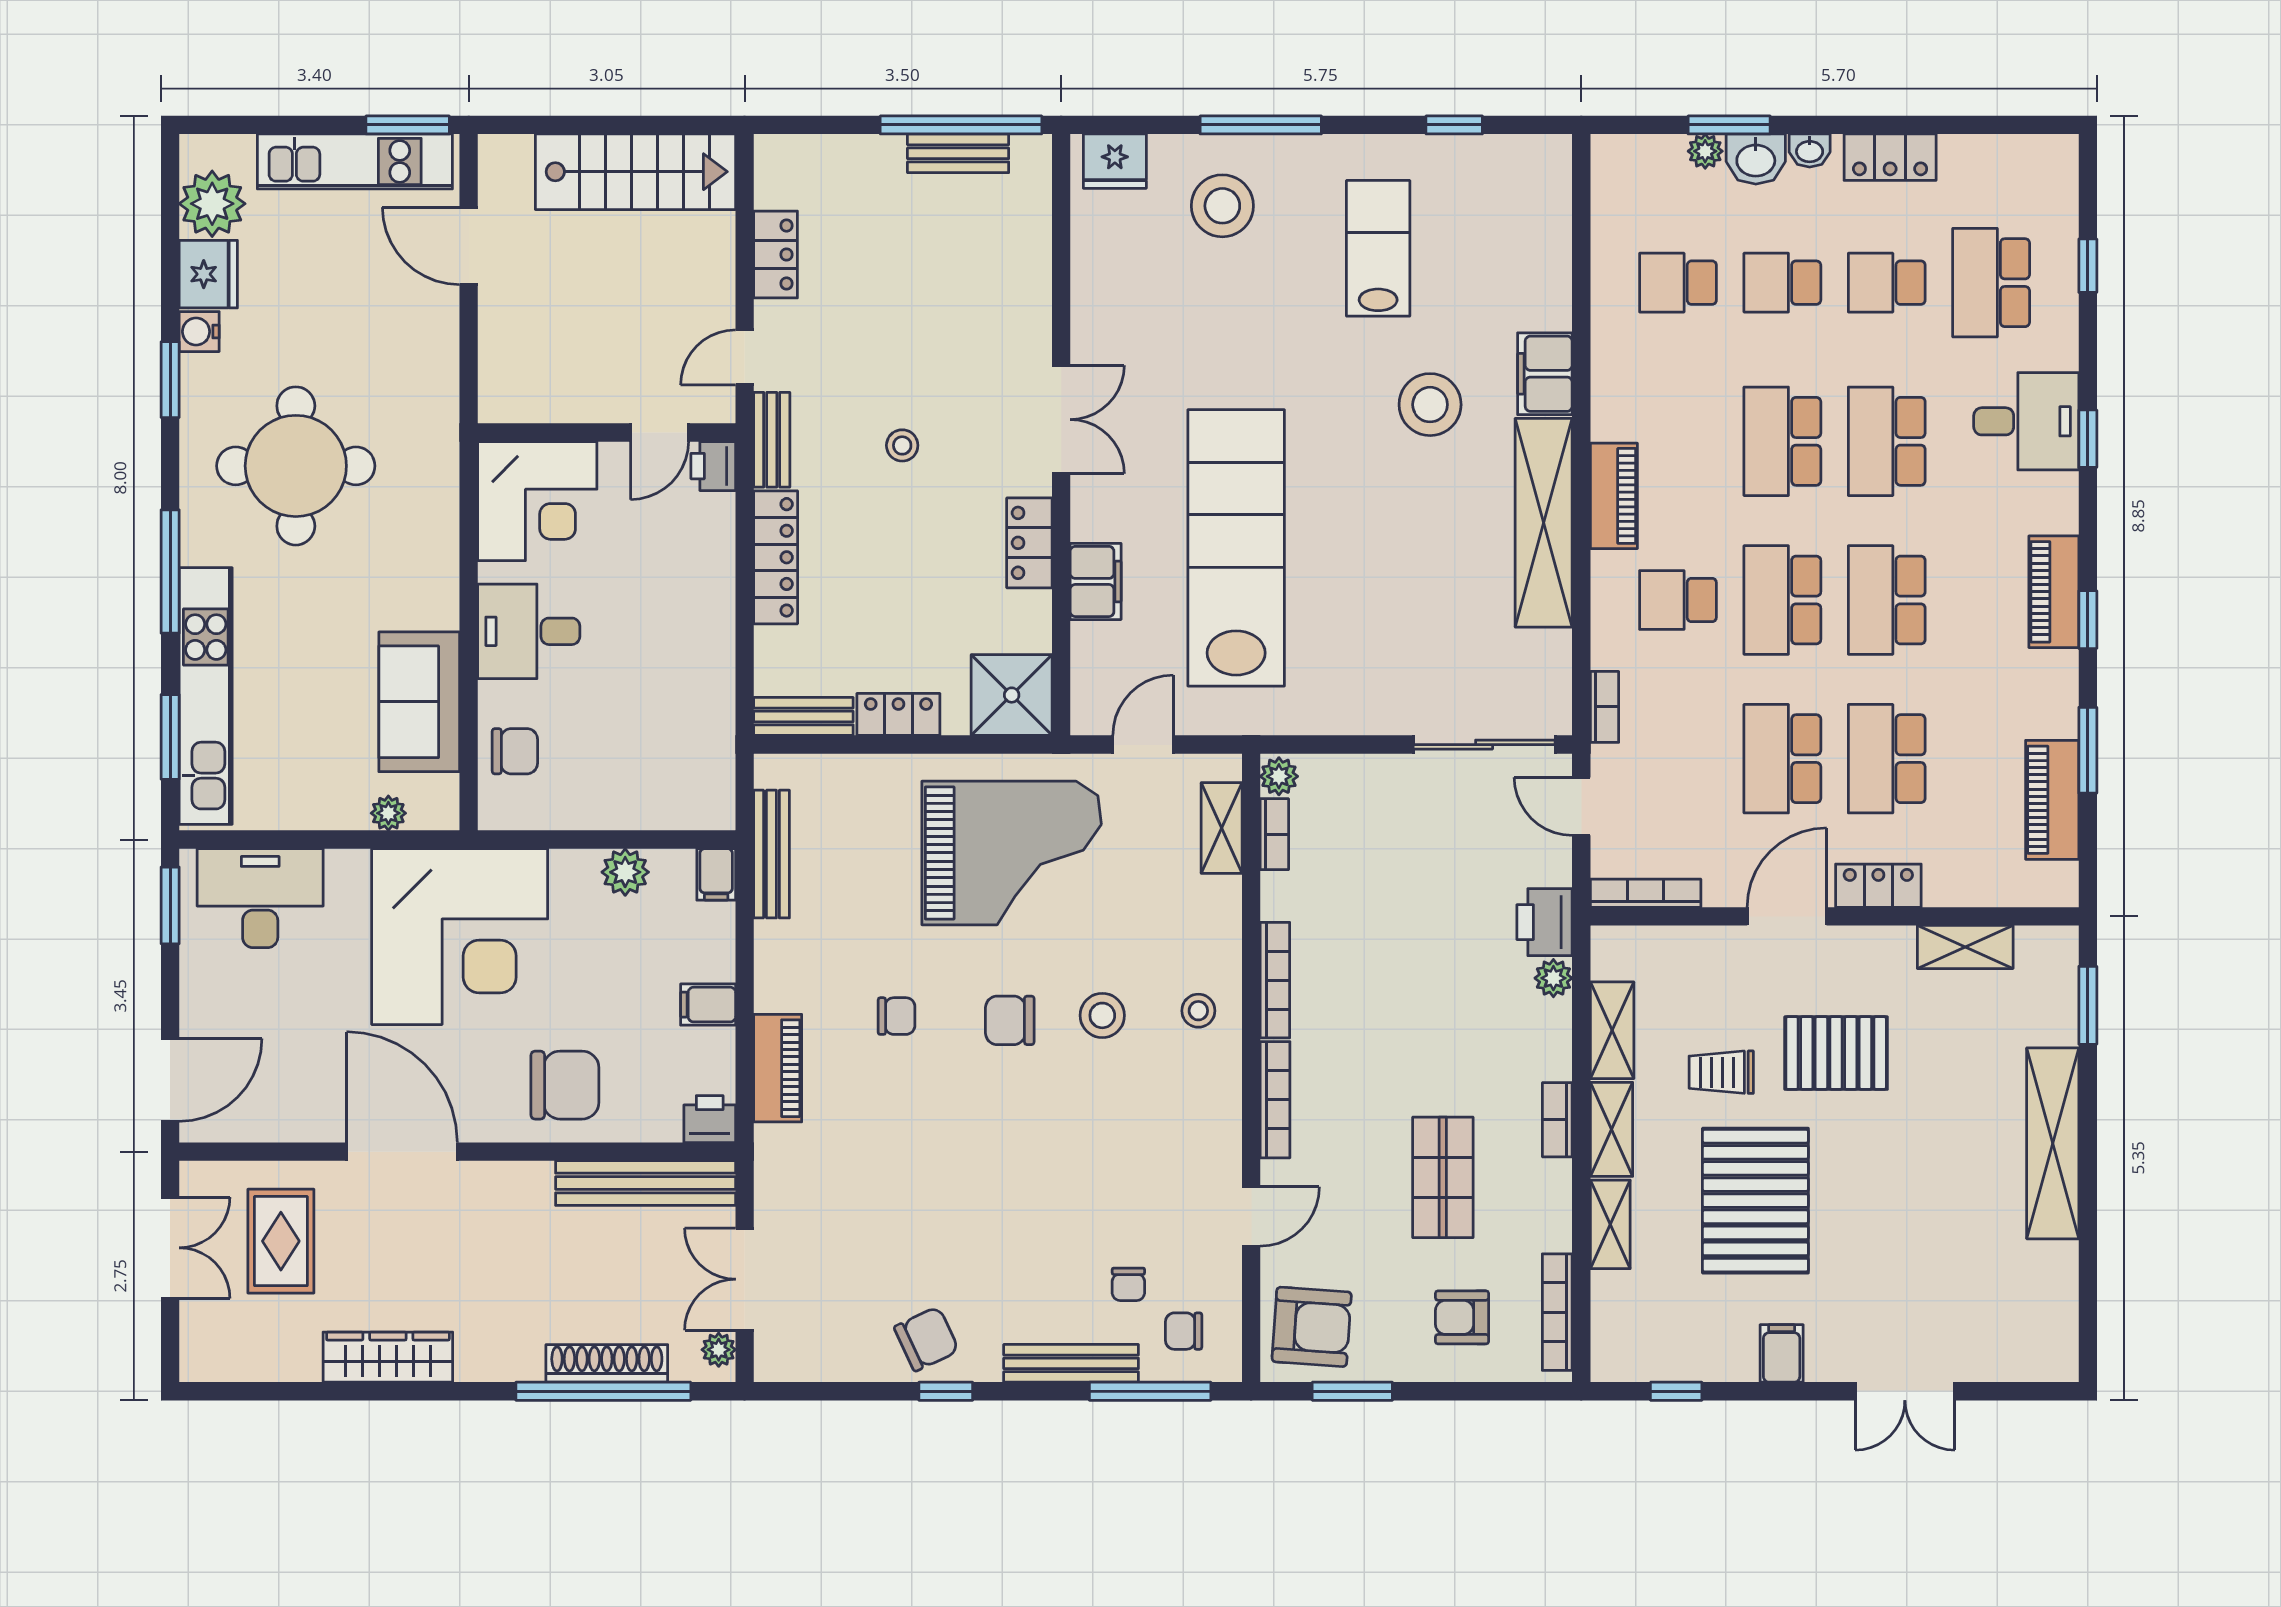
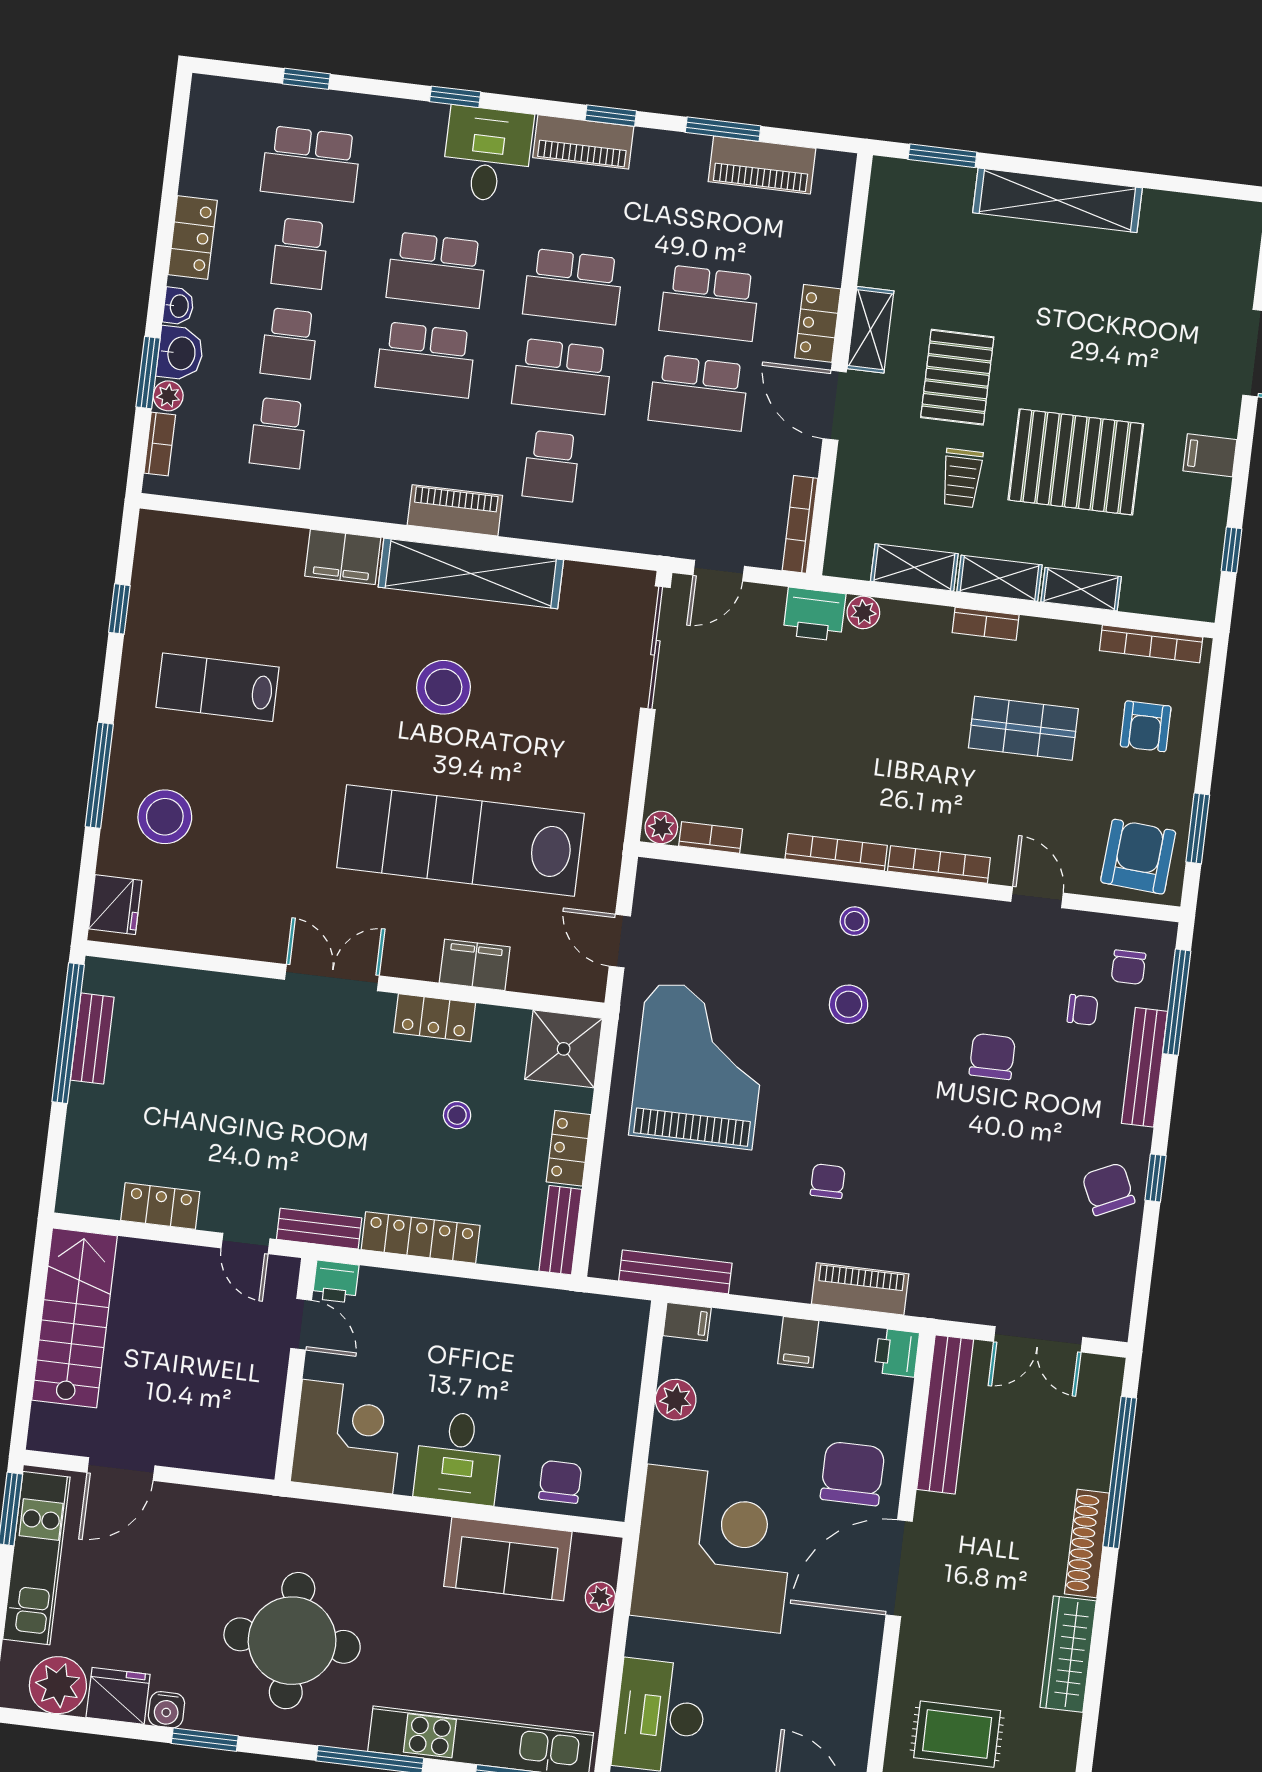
stool: (1430, 405) -> (444, 687), moved
desk: (2026, 421) -> (487, 154), moved
stool: (902, 445) -> (457, 1115), moved
bookcase: (1604, 707) -> (160, 444), moved, turned 90
shelving: (1222, 828) -> (700, 882), removed
shelving: (1965, 947) -> (870, 330), moved
chair: (1010, 1020) -> (992, 1056), moved, turned 180
door: (402, 1152) -> (899, 1568), moved
plant: (719, 1350) -> (1096, 1369), removed
shoe rack: (607, 1363) -> (1087, 1544), moved

